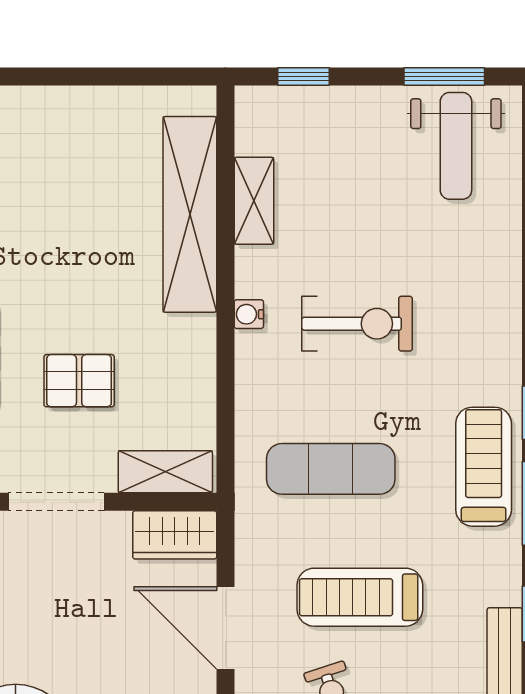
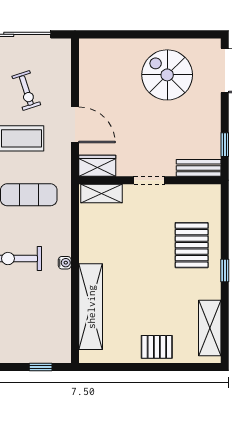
shelving: (254, 201) -> (62, 312), removed
pallet: (79, 381) -> (157, 347), moved
doorway: (56, 502) -> (149, 180), width x0.73

